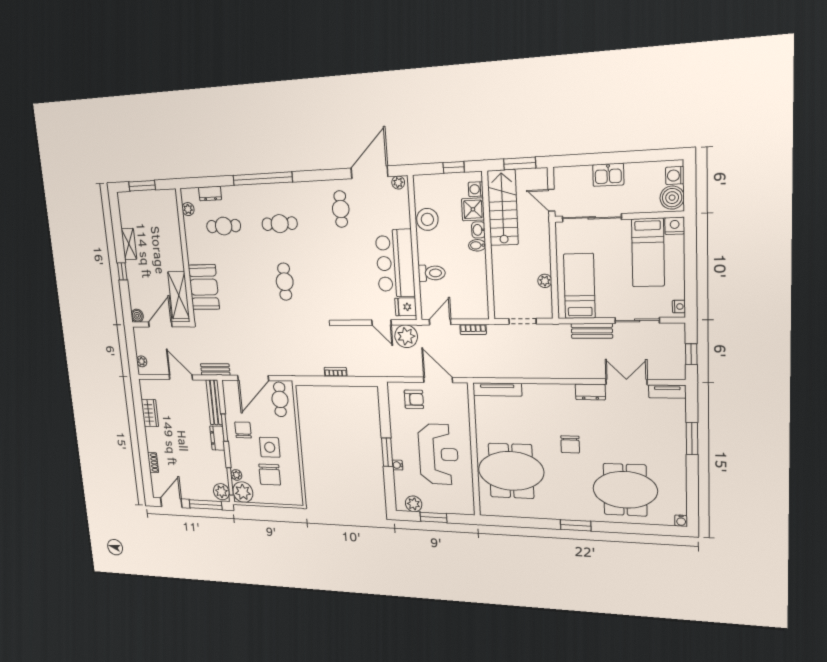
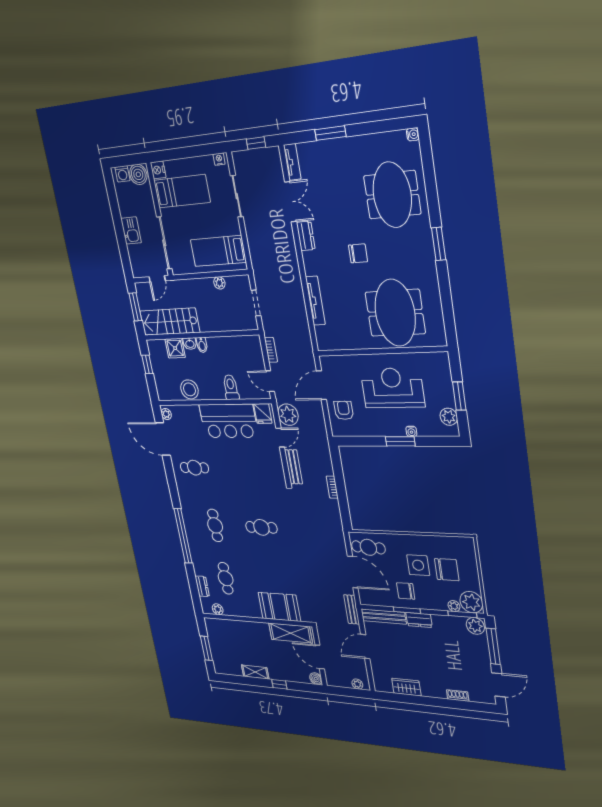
washing machine: (476, 189) -> (160, 345), removed
bench: (592, 331) -> (293, 467), moved
double door: (626, 382) -> (291, 202), swing flipped
tv unit: (497, 389) -> (315, 301), moved
door: (171, 503) -> (498, 685), swing flipped

